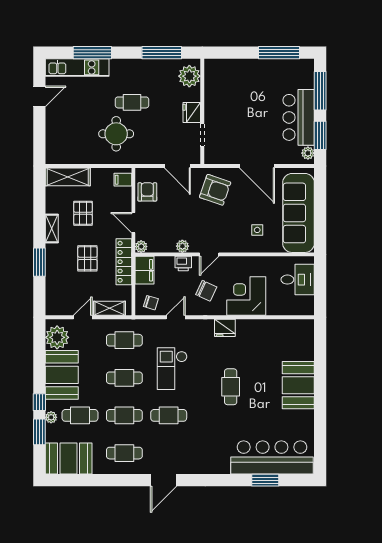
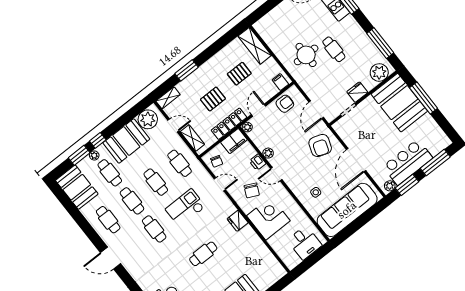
window: (279, 53) -> (424, 98), moved
booth: (234, 80) -> (399, 103), added
shelving: (52, 229) -> (168, 98), moved

